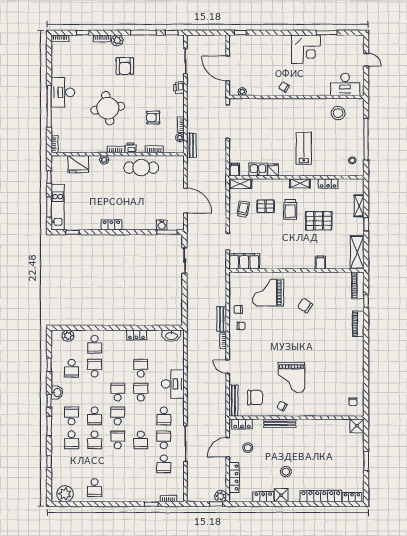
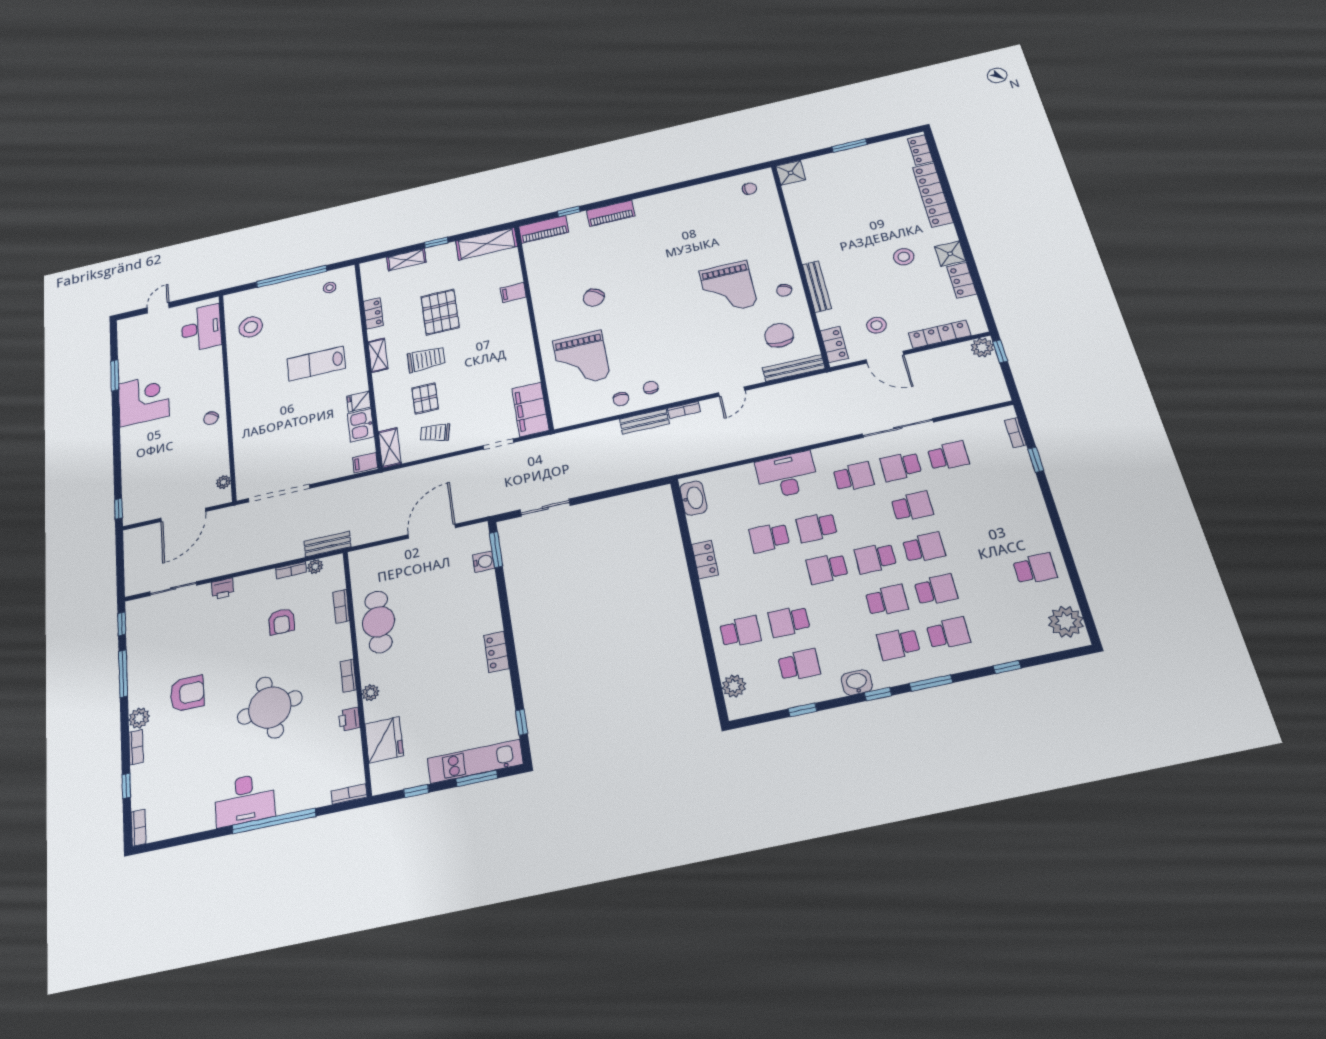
printer: (130, 148) -> (349, 719), moved
grand piano: (291, 377) -> (728, 288), turned 90
school desk: (118, 440) -> (924, 548), turned 180

